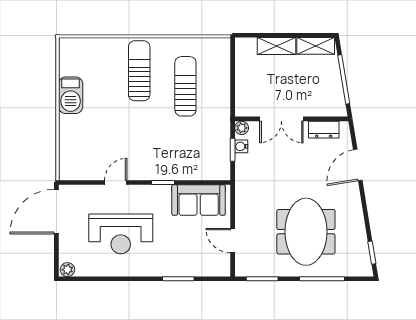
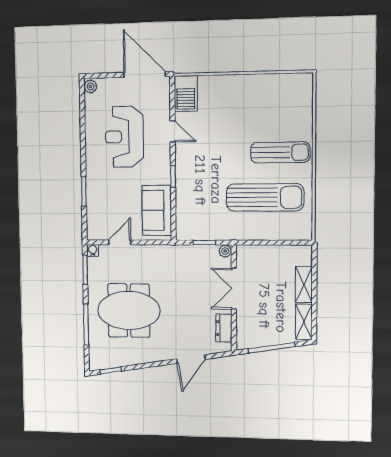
sun lounger: (185, 86) -> (265, 197), width x1.36, depth x1.34
barbecue: (71, 95) -> (186, 93), moved, turned -90
water cooler: (241, 146) -> (93, 250), moved
door: (358, 165) -> (191, 359), swing flipped

